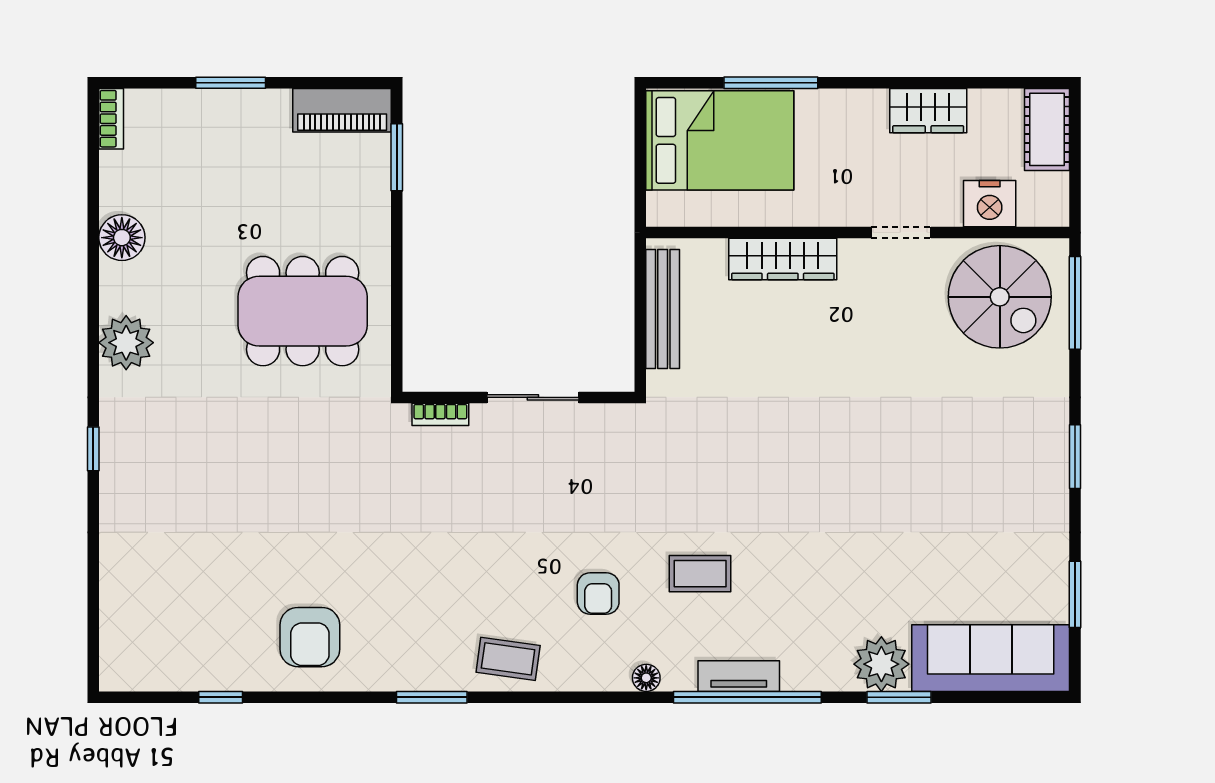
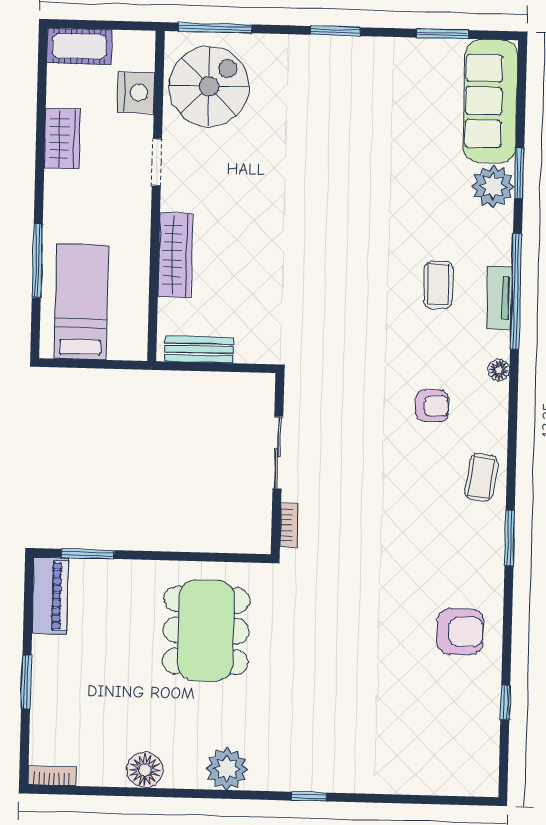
bed: (720, 140) -> (81, 302), width x0.67
bench: (663, 309) -> (199, 349), width x0.73
coffee table: (700, 574) -> (438, 285), moved

